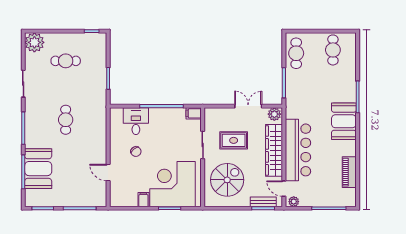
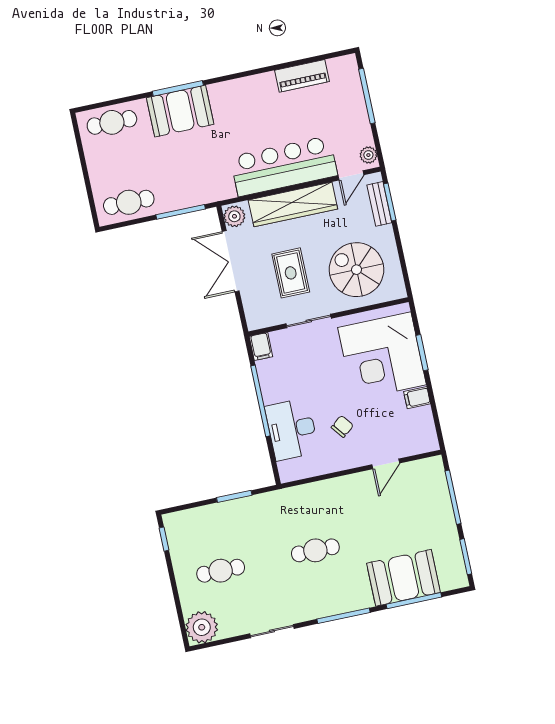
cafe table: (333, 50) -> (112, 122), moved
cafe table: (66, 61) -> (221, 571), turned 90
double door: (248, 106) -> (231, 261), width x1.37
desk: (136, 121) -> (292, 429), width x1.37
booth: (344, 121) -> (180, 111), moved

